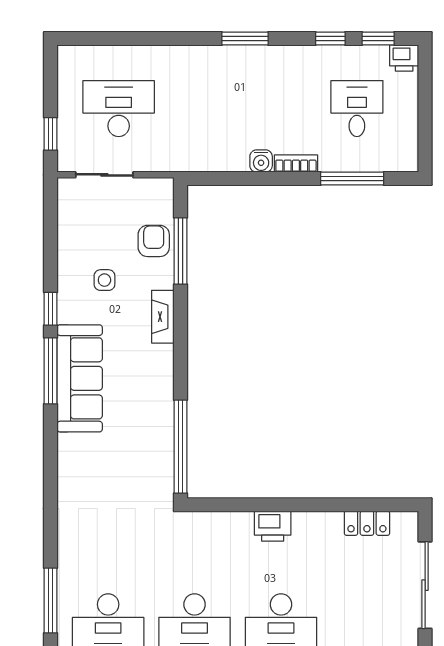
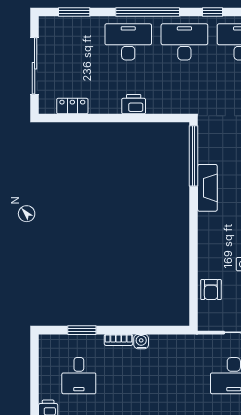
window: (352, 179) -> (82, 330), width x0.69
window: (180, 251) -> (194, 283), removed
fireplace: (163, 317) -> (207, 188), moved, width x1.37, depth x1.32

